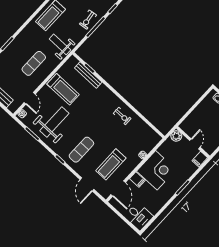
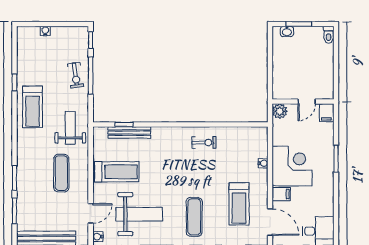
weight bench: (60, 44) -> (70, 128), turned 90
door: (30, 98) -> (91, 213), hinge flipped
weight bench: (54, 122) -> (139, 214), turned 90
door: (195, 144) -> (307, 101), swing flipped

